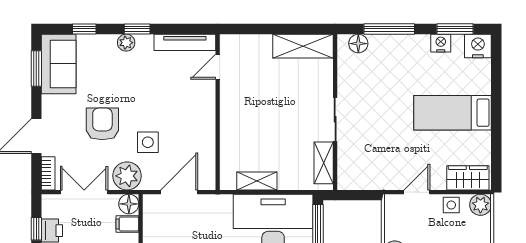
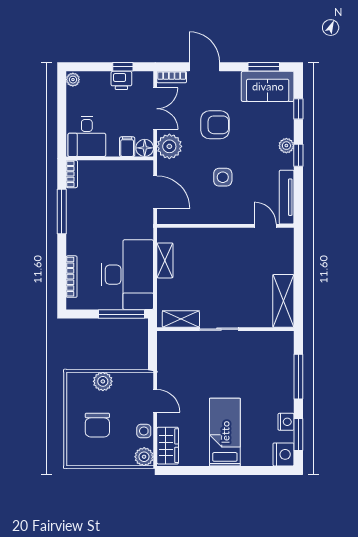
floor lamp: (358, 44) -> (286, 349), removed
side table: (148, 142) -> (223, 177), moved

